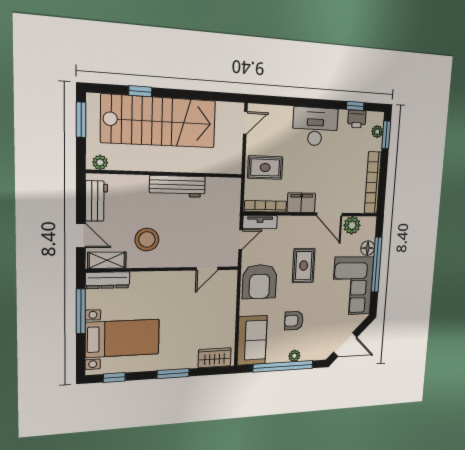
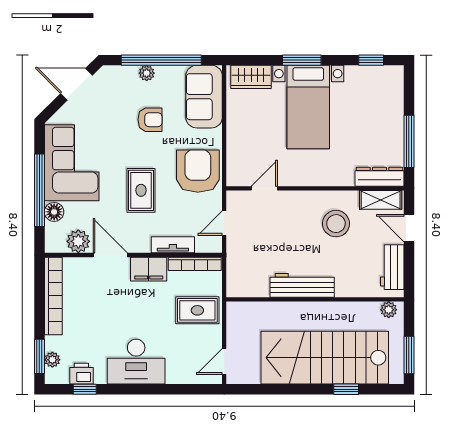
tv unit: (260, 222) -> (173, 245), moved
bed with nightstands: (123, 338) -> (308, 107), moved, turned -90

